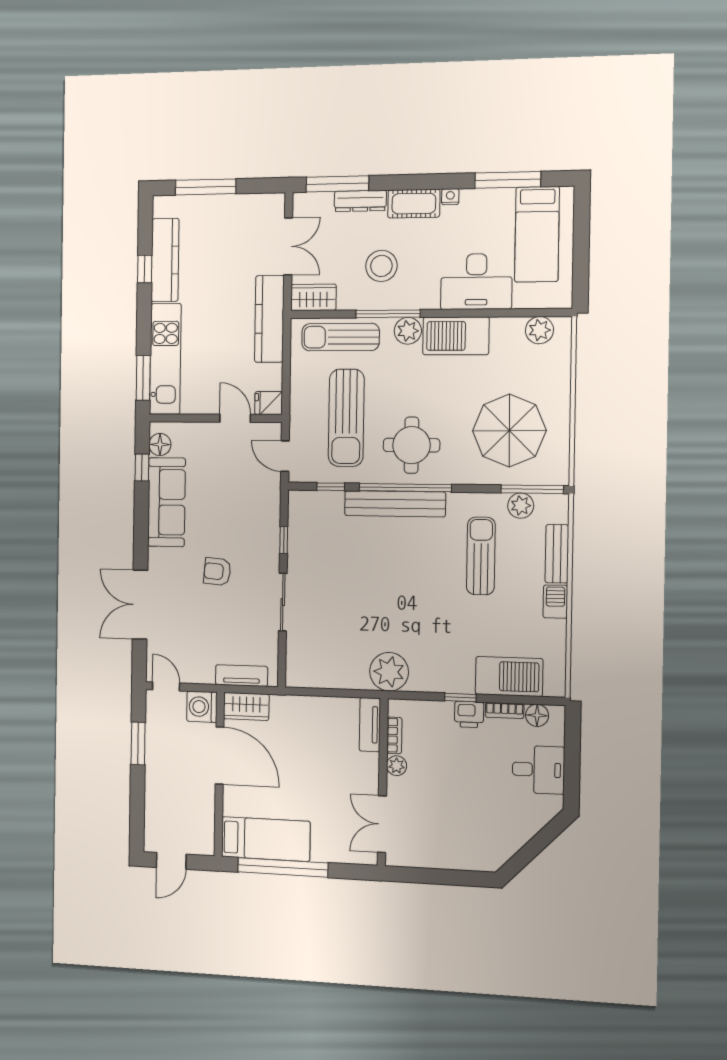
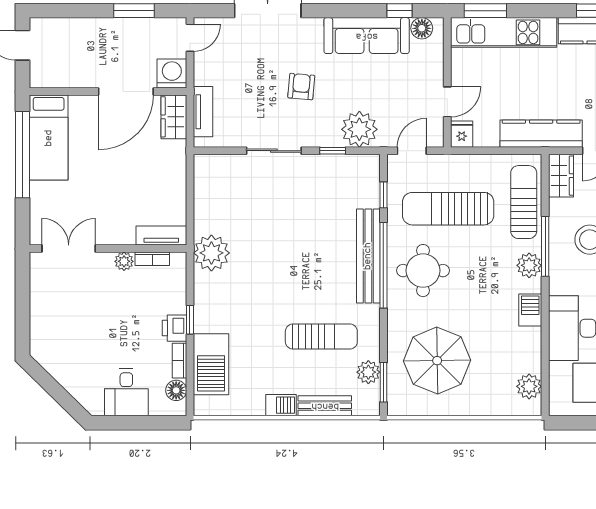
barbecue: (456, 336) -> (530, 310), width x0.53, depth x0.65
window: (532, 489) -> (383, 382), width x0.69
plant: (262, 511) -> (359, 129), added

